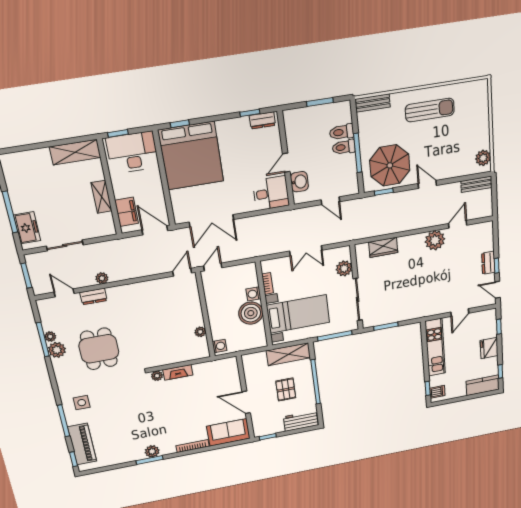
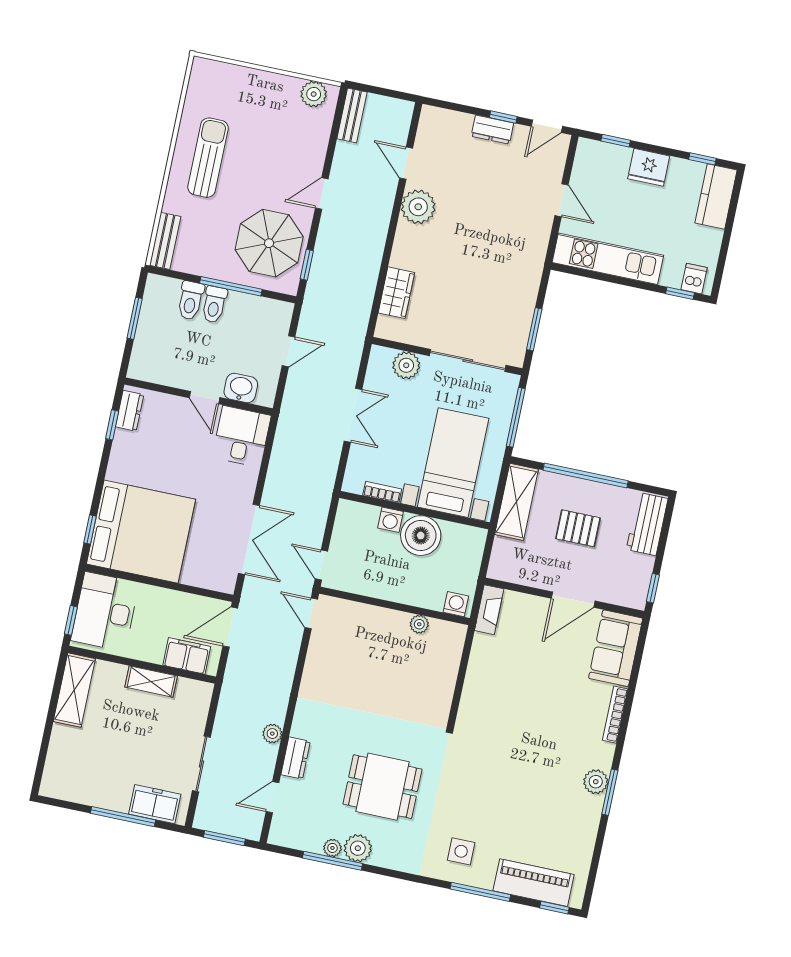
fireplace: (178, 372) -> (489, 610), moved
plant: (157, 376) -> (465, 719), removed

